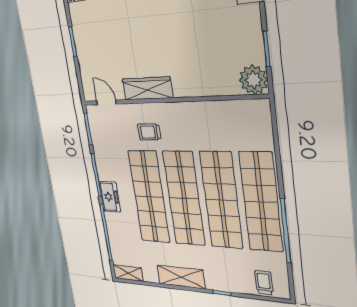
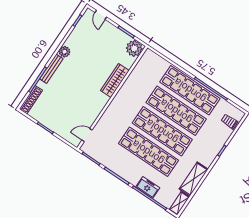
wardrobe: (147, 88) -> (115, 80), moved
trolley: (149, 132) -> (118, 123), removed
freezer: (110, 197) -> (148, 187), moved
shelving: (181, 277) -> (194, 179), moved

